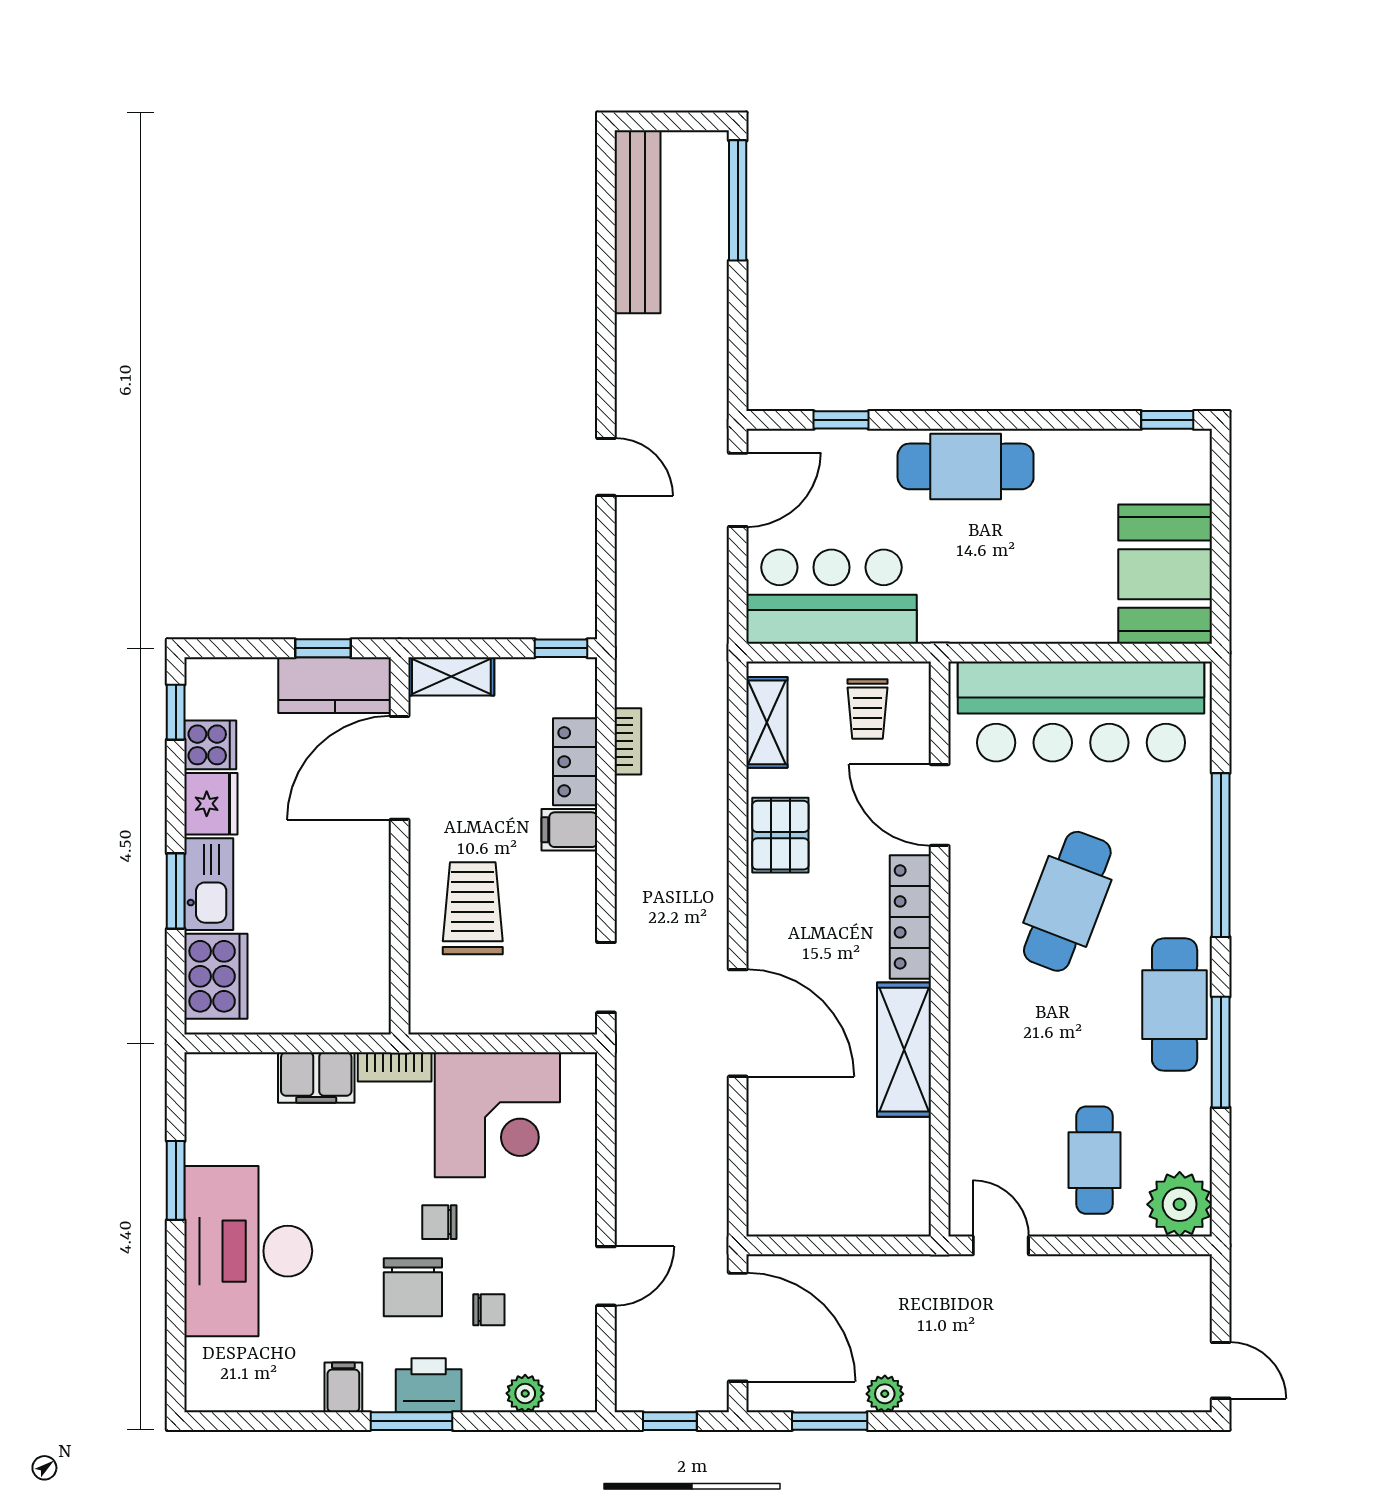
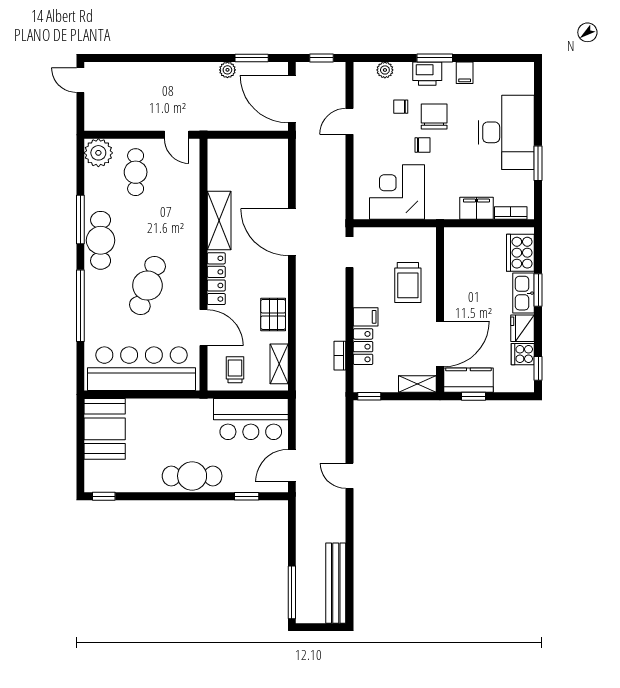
bookcase: (395, 1067) -> (511, 213), moved

